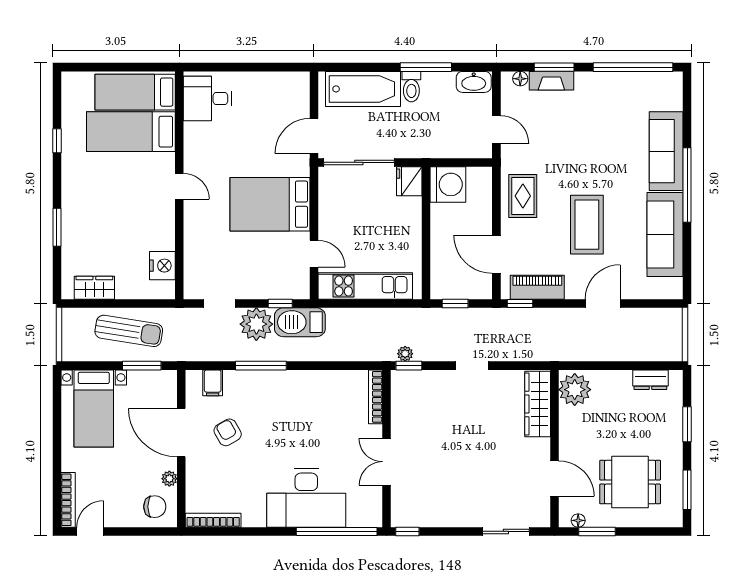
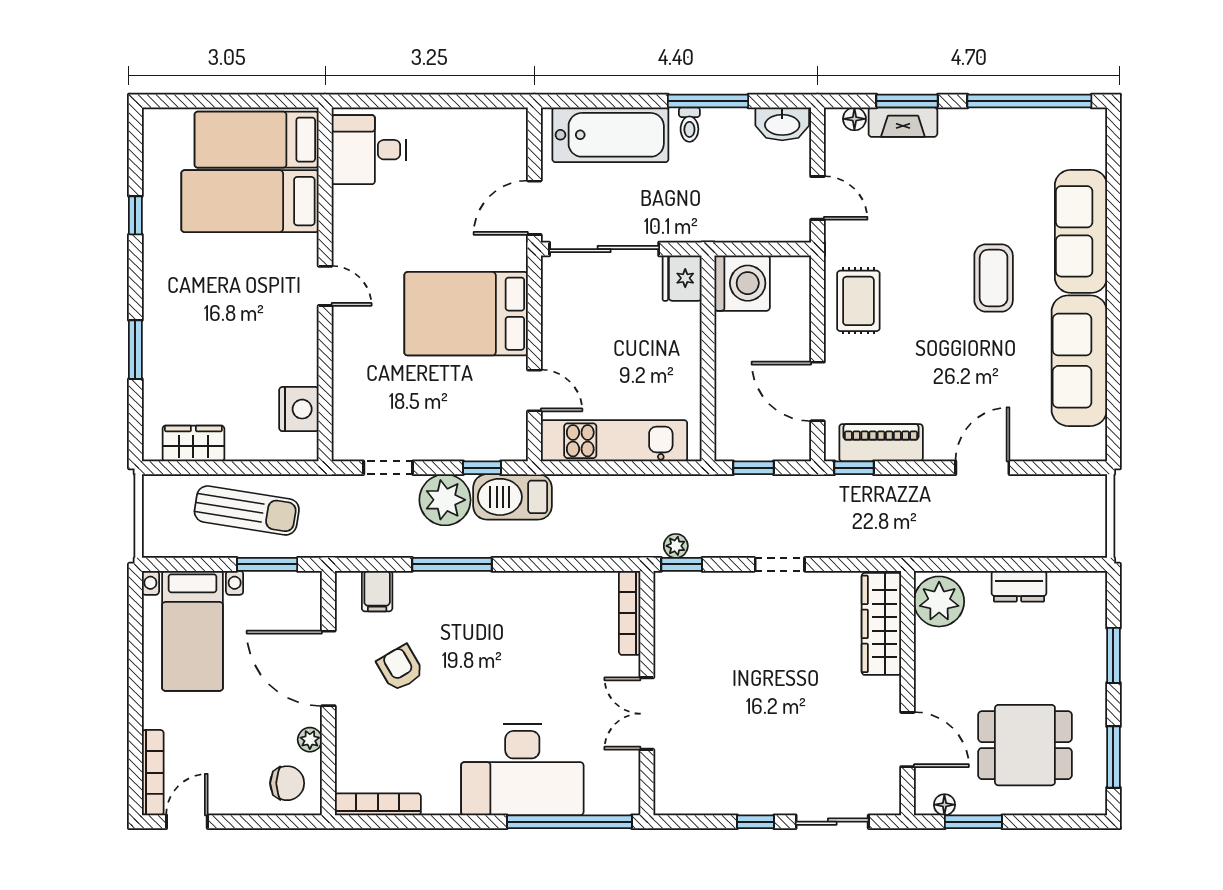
toilet: (411, 87) -> (689, 125), width x0.73, depth x0.72
window: (687, 185) -> (1113, 284), removed
coffee table: (587, 225) -> (994, 278), moved, width x0.73, depth x0.76
dresser: (650, 380) -> (1019, 586), moved
window: (407, 531) -> (756, 822), moved

